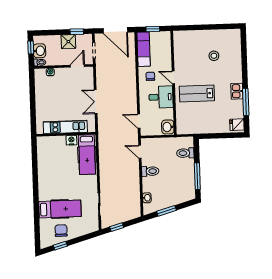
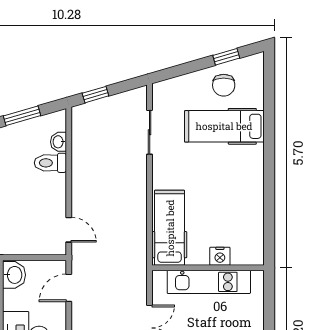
door: (139, 121) -> (69, 288), swing flipped
nightstand: (71, 140) -> (220, 256), moved
toilet: (150, 171) -> (50, 163), moved
window: (117, 227) -> (95, 95), moved

